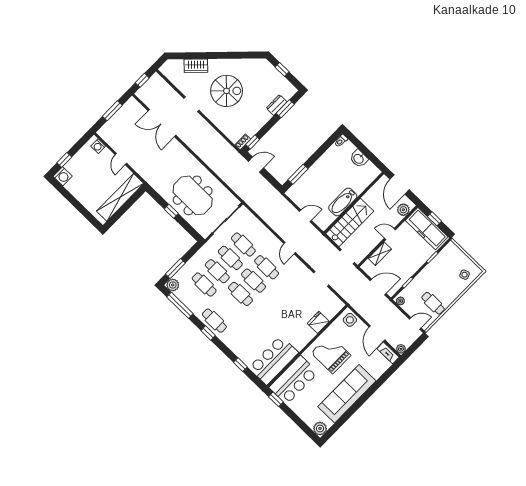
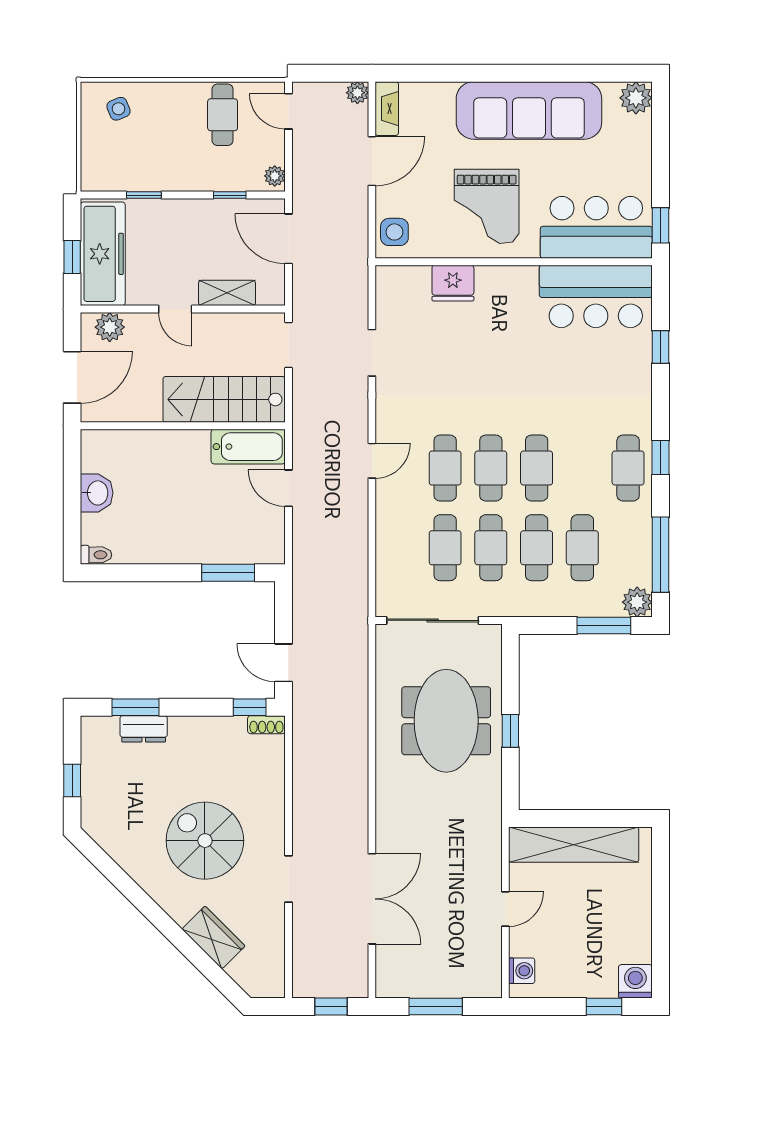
bathtub: (343, 202) -> (248, 447), moved

